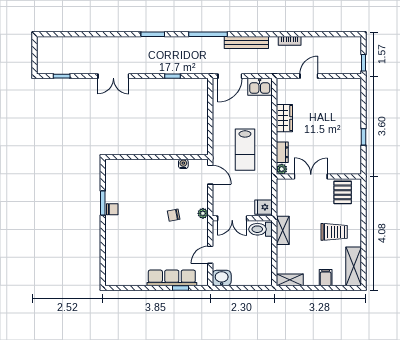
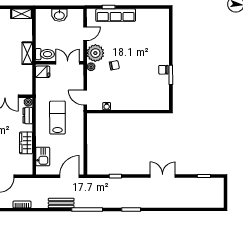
bench: (246, 43) -> (61, 203), width x0.73
kitchen sink: (260, 87) -> (43, 156), moved, turned 90
plant: (197, 230) -> (95, 53), added
washbasin: (222, 278) -> (59, 15), moved

